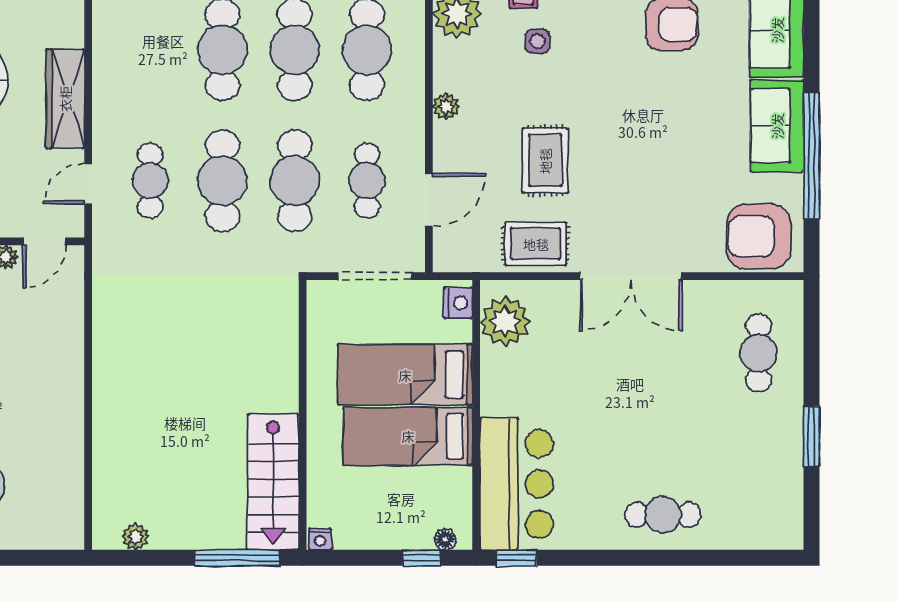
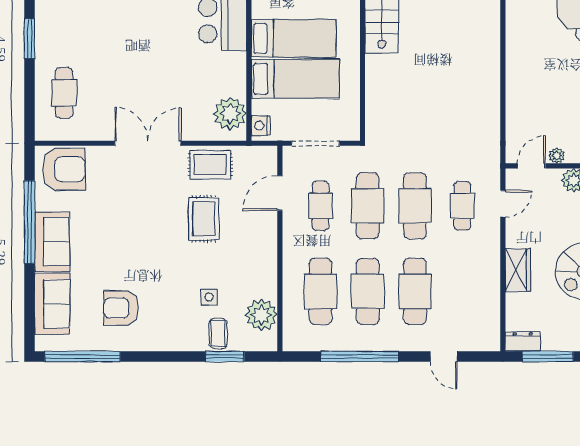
wardrobe: (65, 99) -> (518, 270), width x0.67
plant: (446, 107) -> (269, 254), removed

